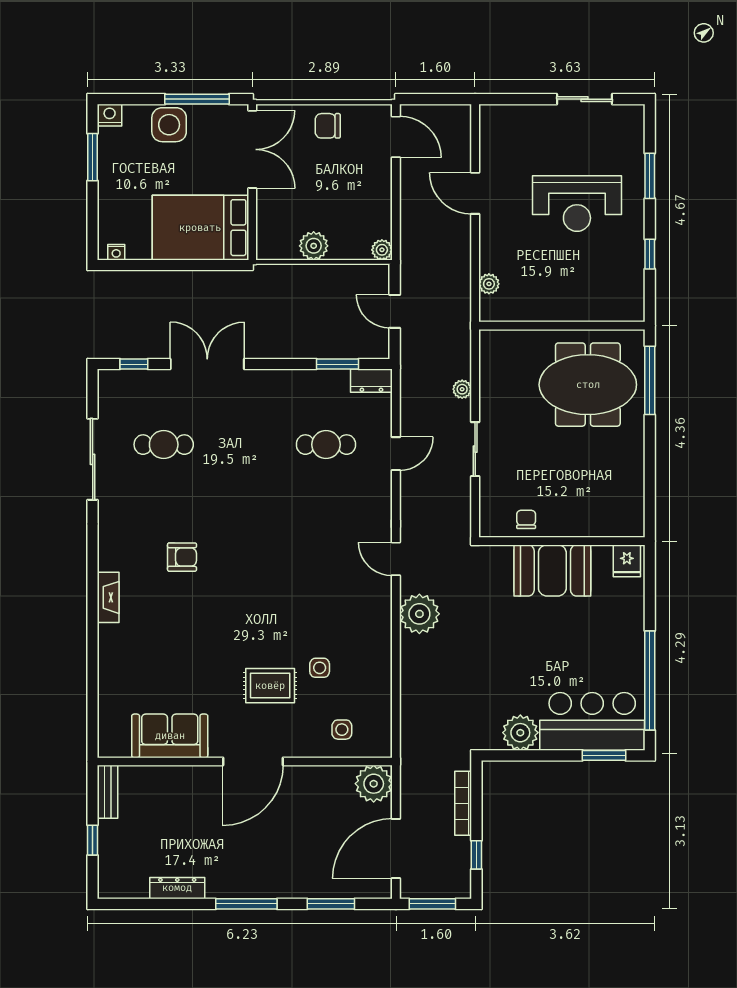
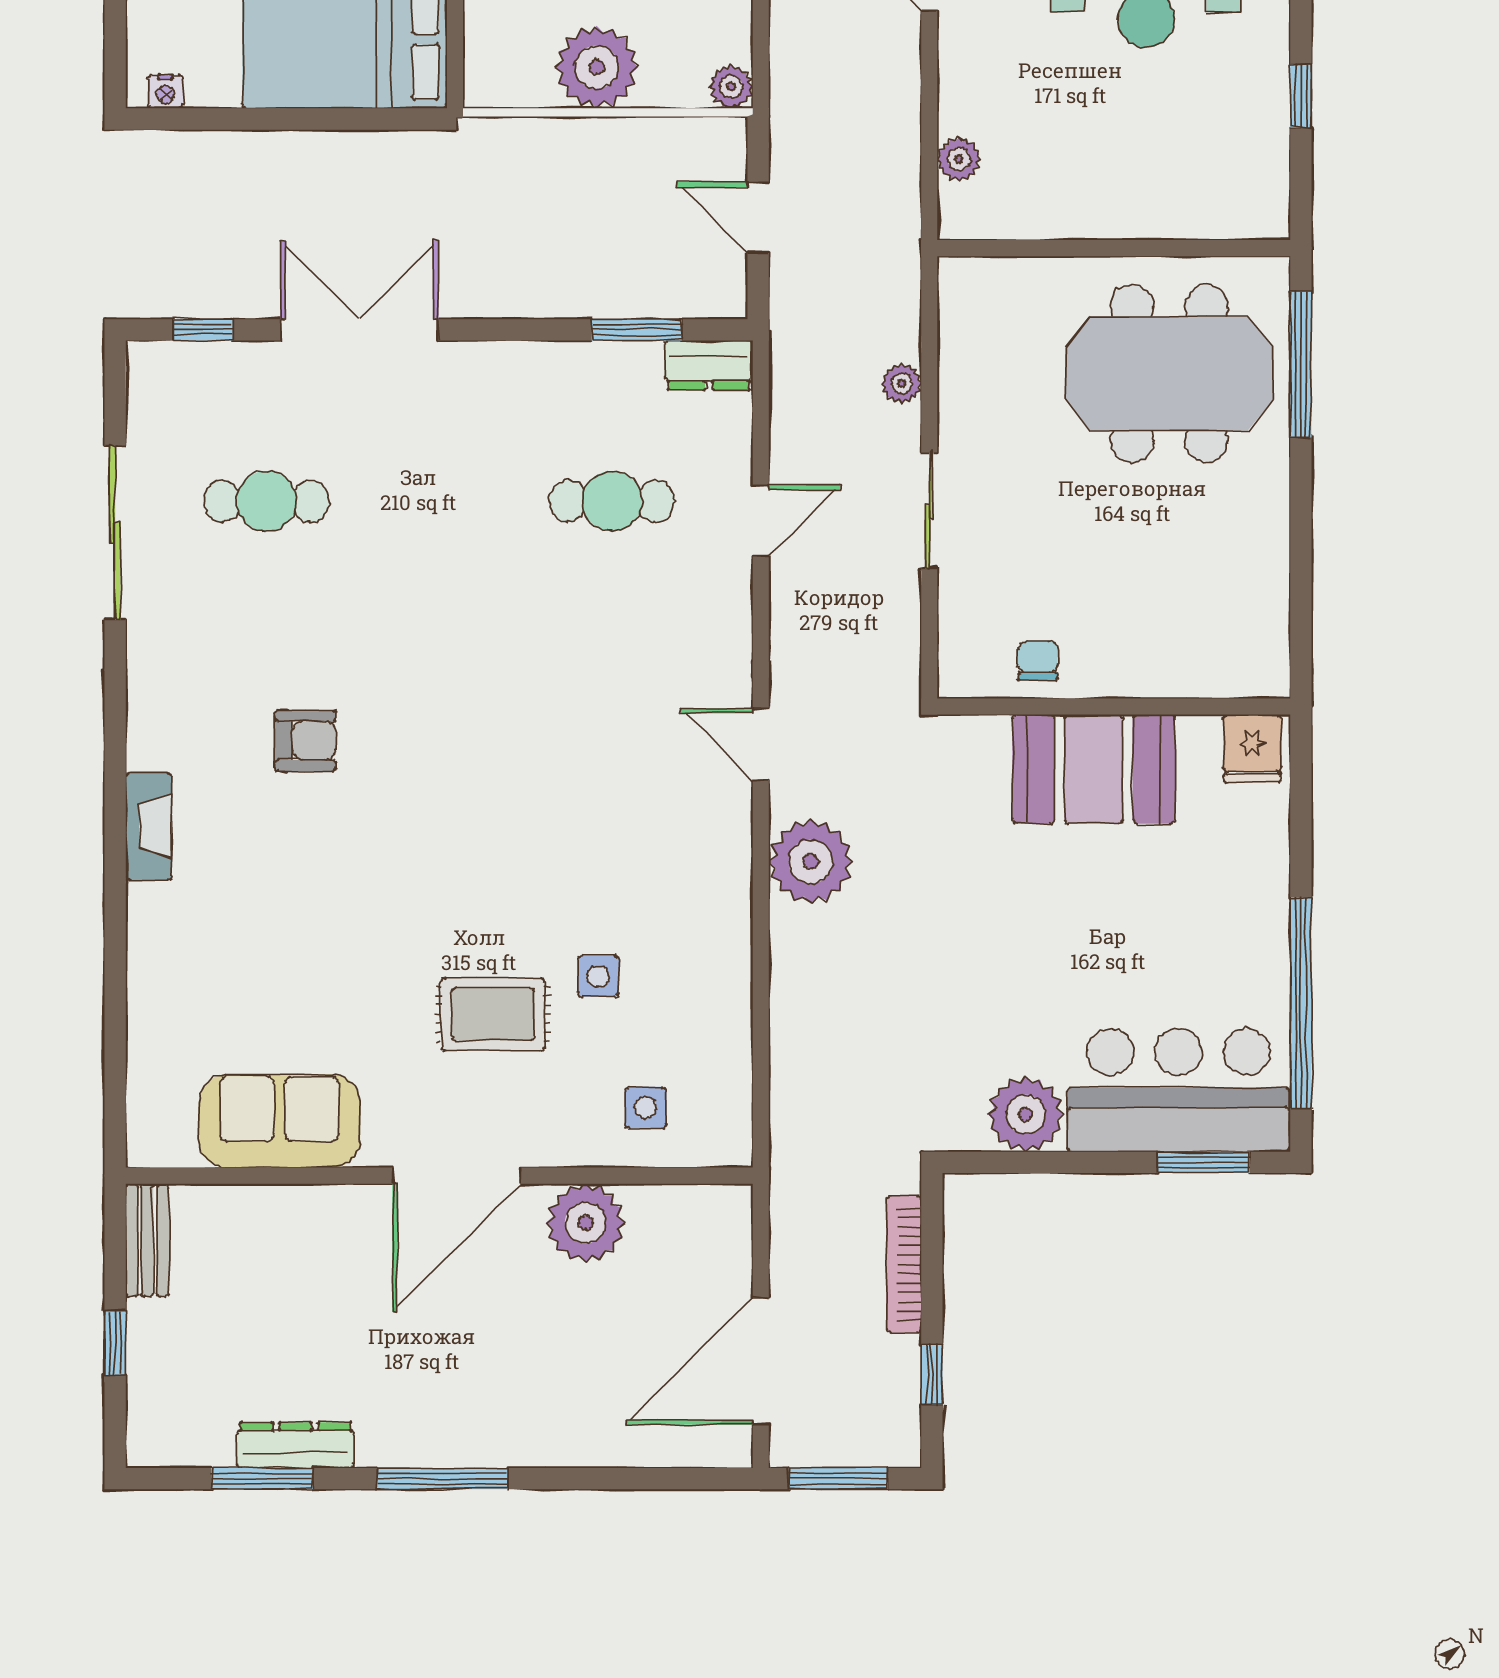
plant: (314, 246) -> (597, 67), width x1.36, depth x1.36
plant: (374, 784) -> (585, 1223), moved
window: (331, 904) -> (262, 1479), moved

